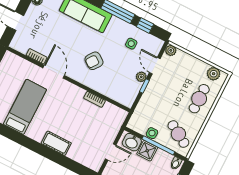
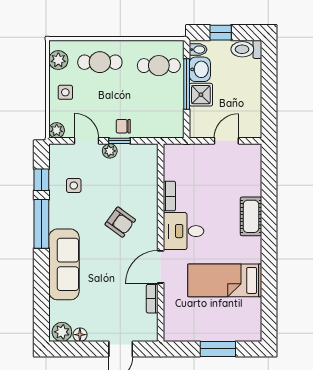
door: (155, 66) -> (86, 141), swing flipped
chair: (152, 93) -> (123, 126), added
desk: (68, 97) -> (184, 231), added
side table: (152, 133) -> (65, 92), moved
cafe table: (178, 134) -> (159, 66), turned 59
washbasin: (132, 142) -> (200, 69), moved
door: (111, 152) -> (226, 141), hinge flipped

